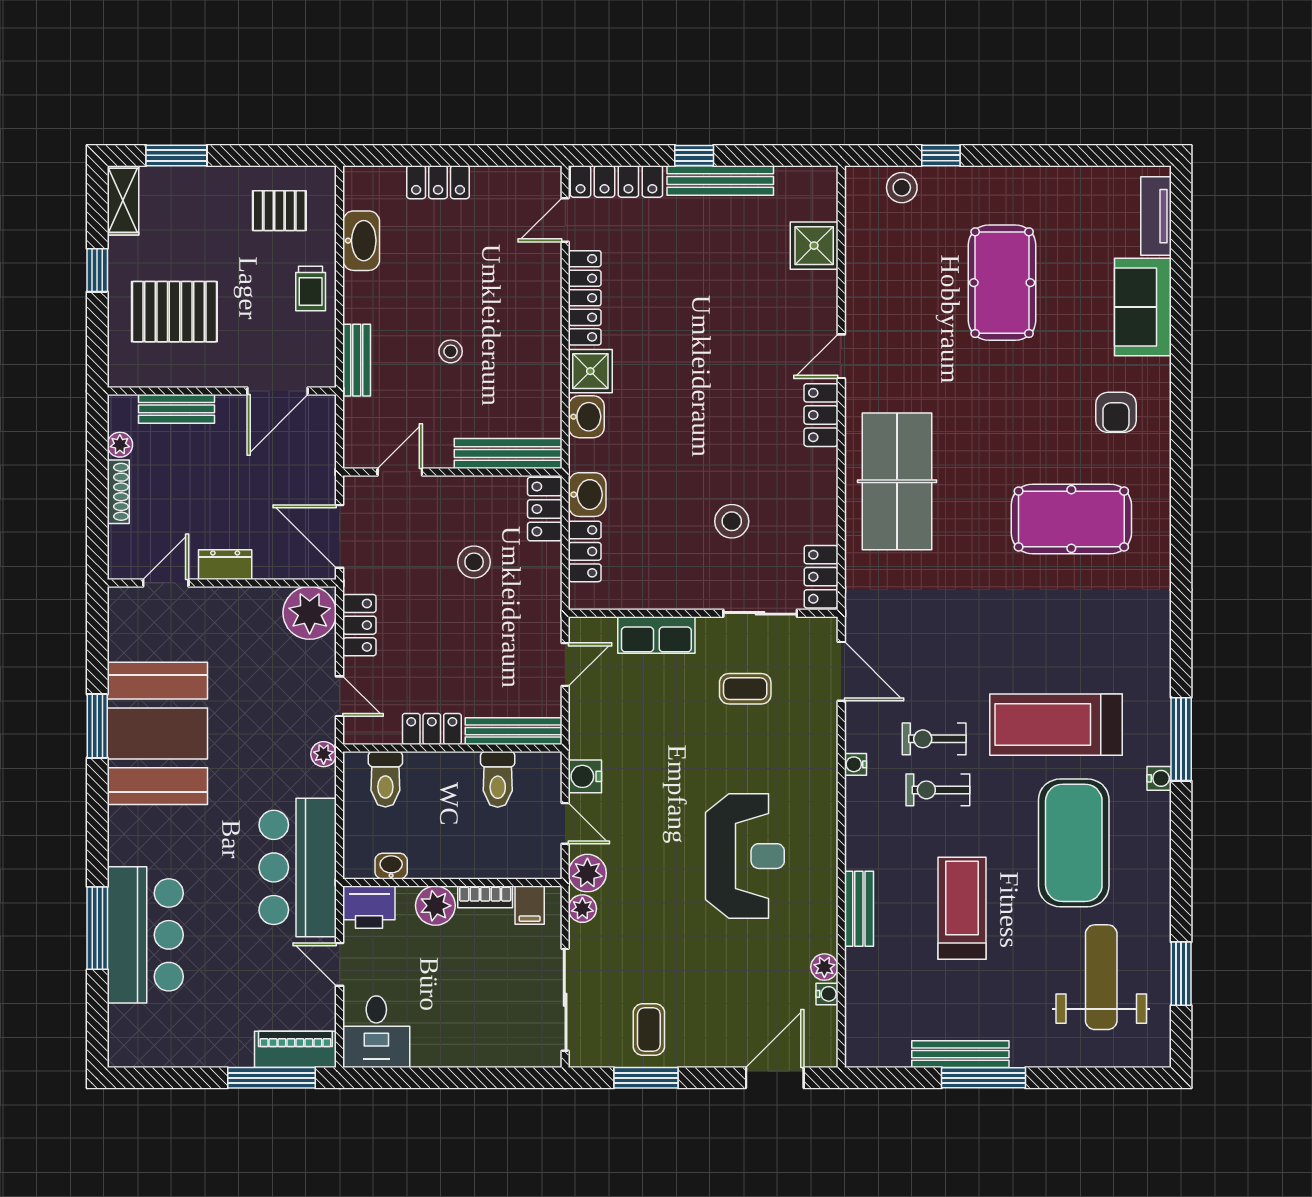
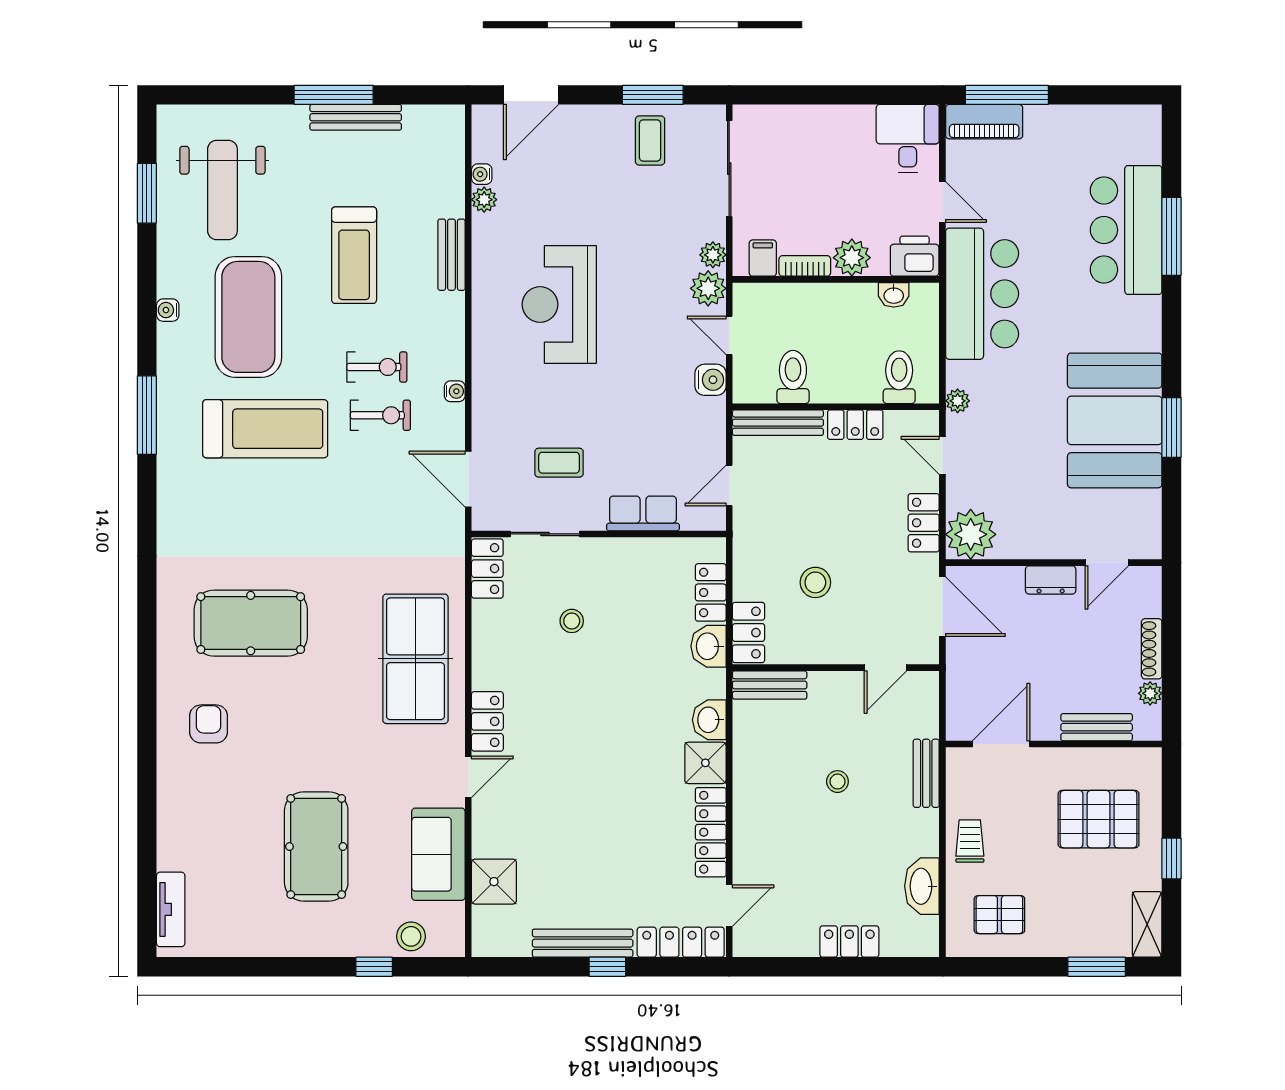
sofa: (1143, 307) -> (438, 854), moved, turned 180
bench: (508, 453) -> (770, 685), width x0.73
stool: (732, 521) -> (572, 621), width x0.73, depth x0.73
water cooler: (1159, 778) -> (168, 310), moved

